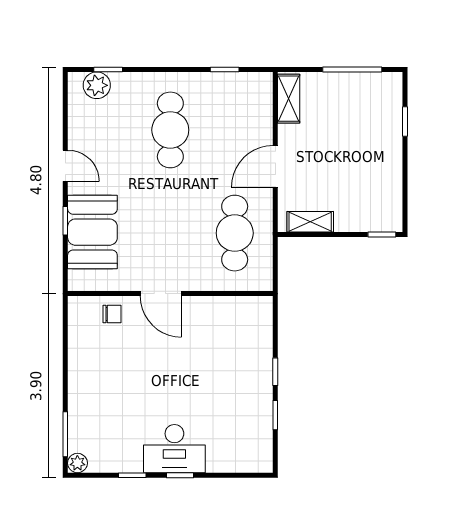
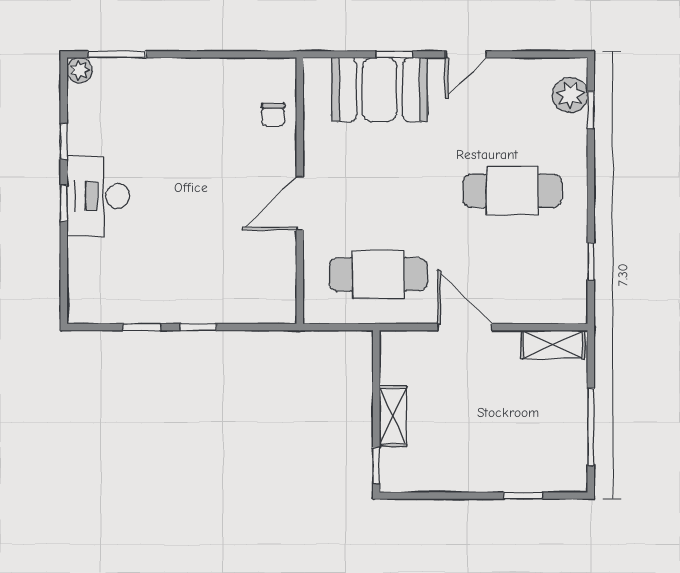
shelving: (310, 222) -> (393, 416), moved
door: (161, 294) -> (300, 203), moved

